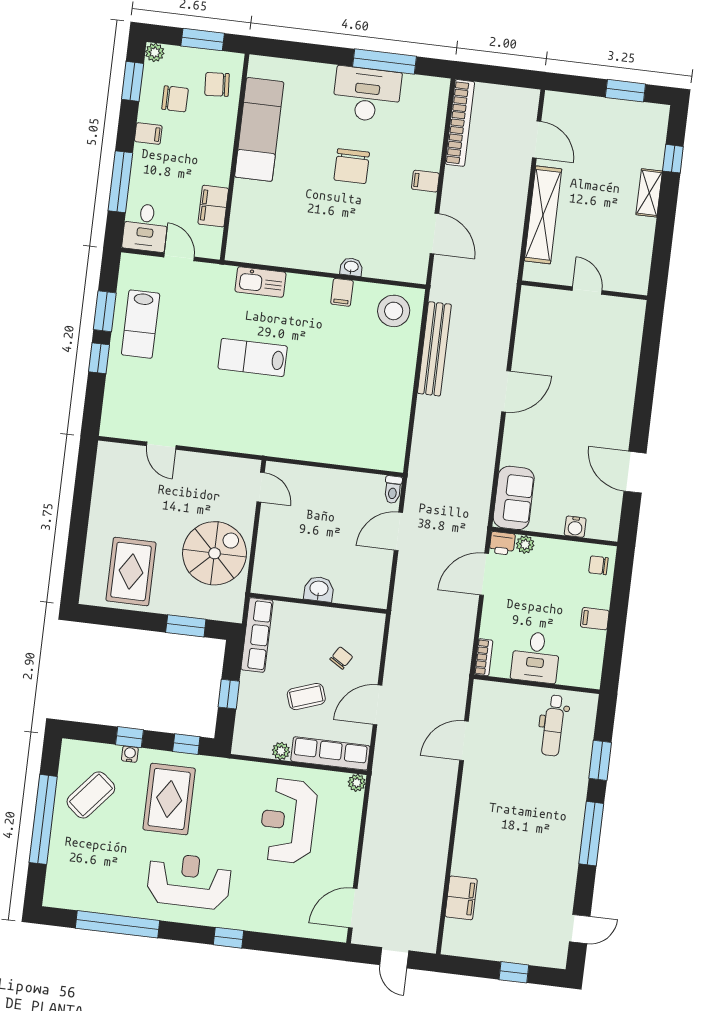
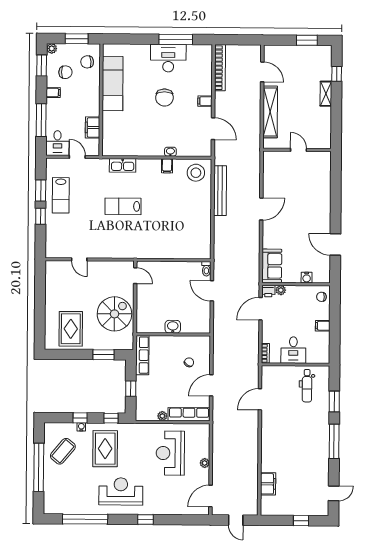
door: (398, 531) -> (212, 291), hinge flipped
coffee table: (306, 697) -> (173, 385), removed
plant: (357, 783) -> (205, 463), moved

